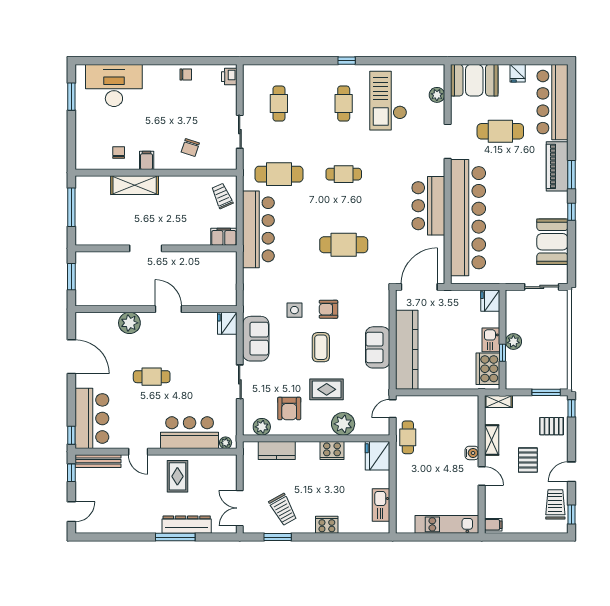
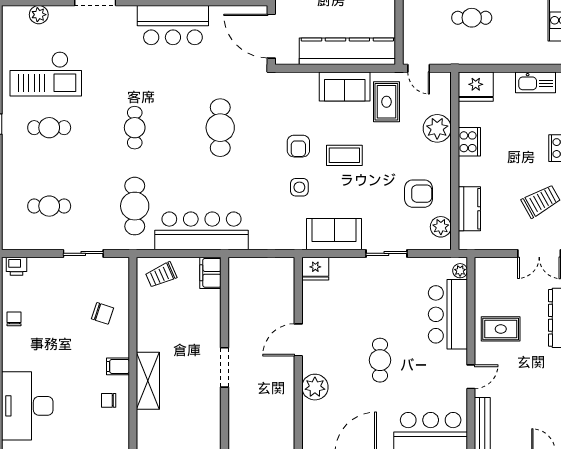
rug: (327, 389) -> (386, 102), moved
cafe table: (408, 437) -> (472, 18), moved

